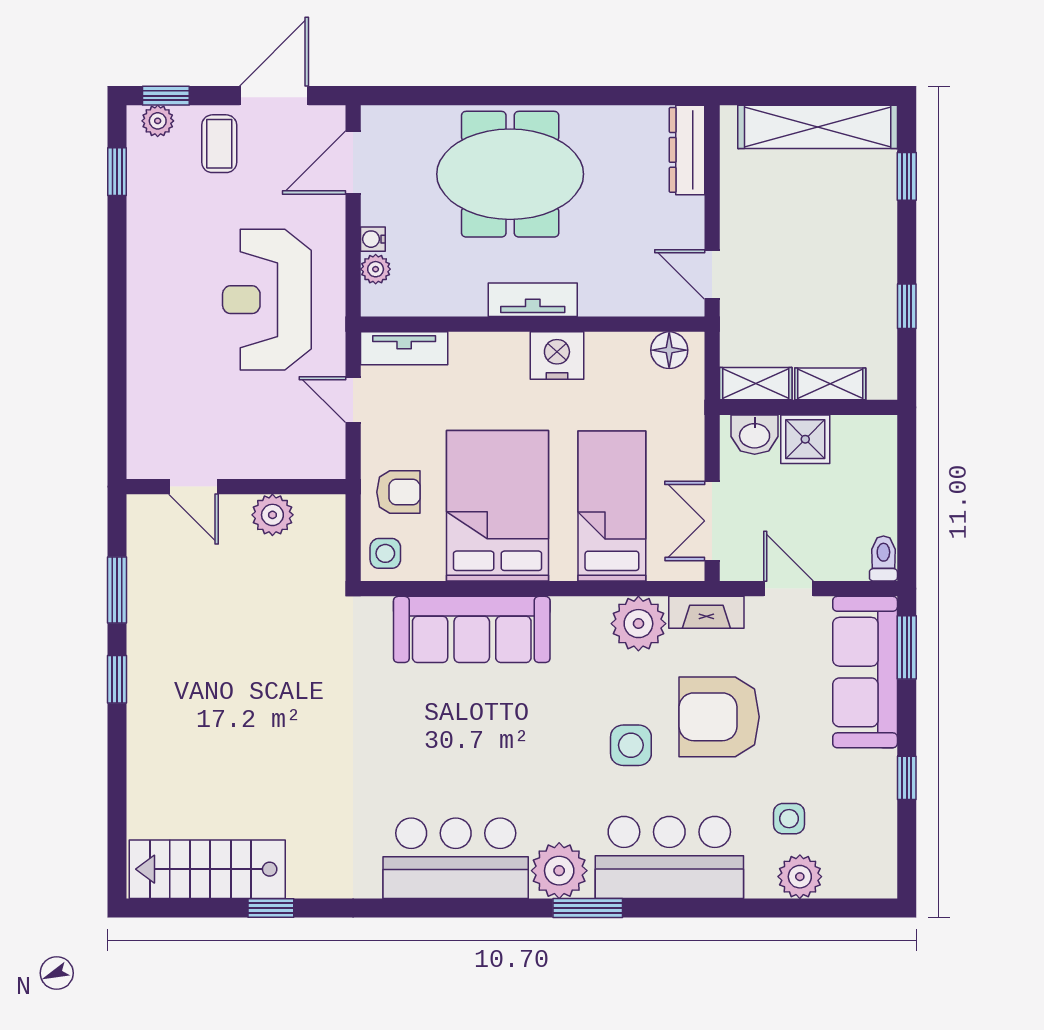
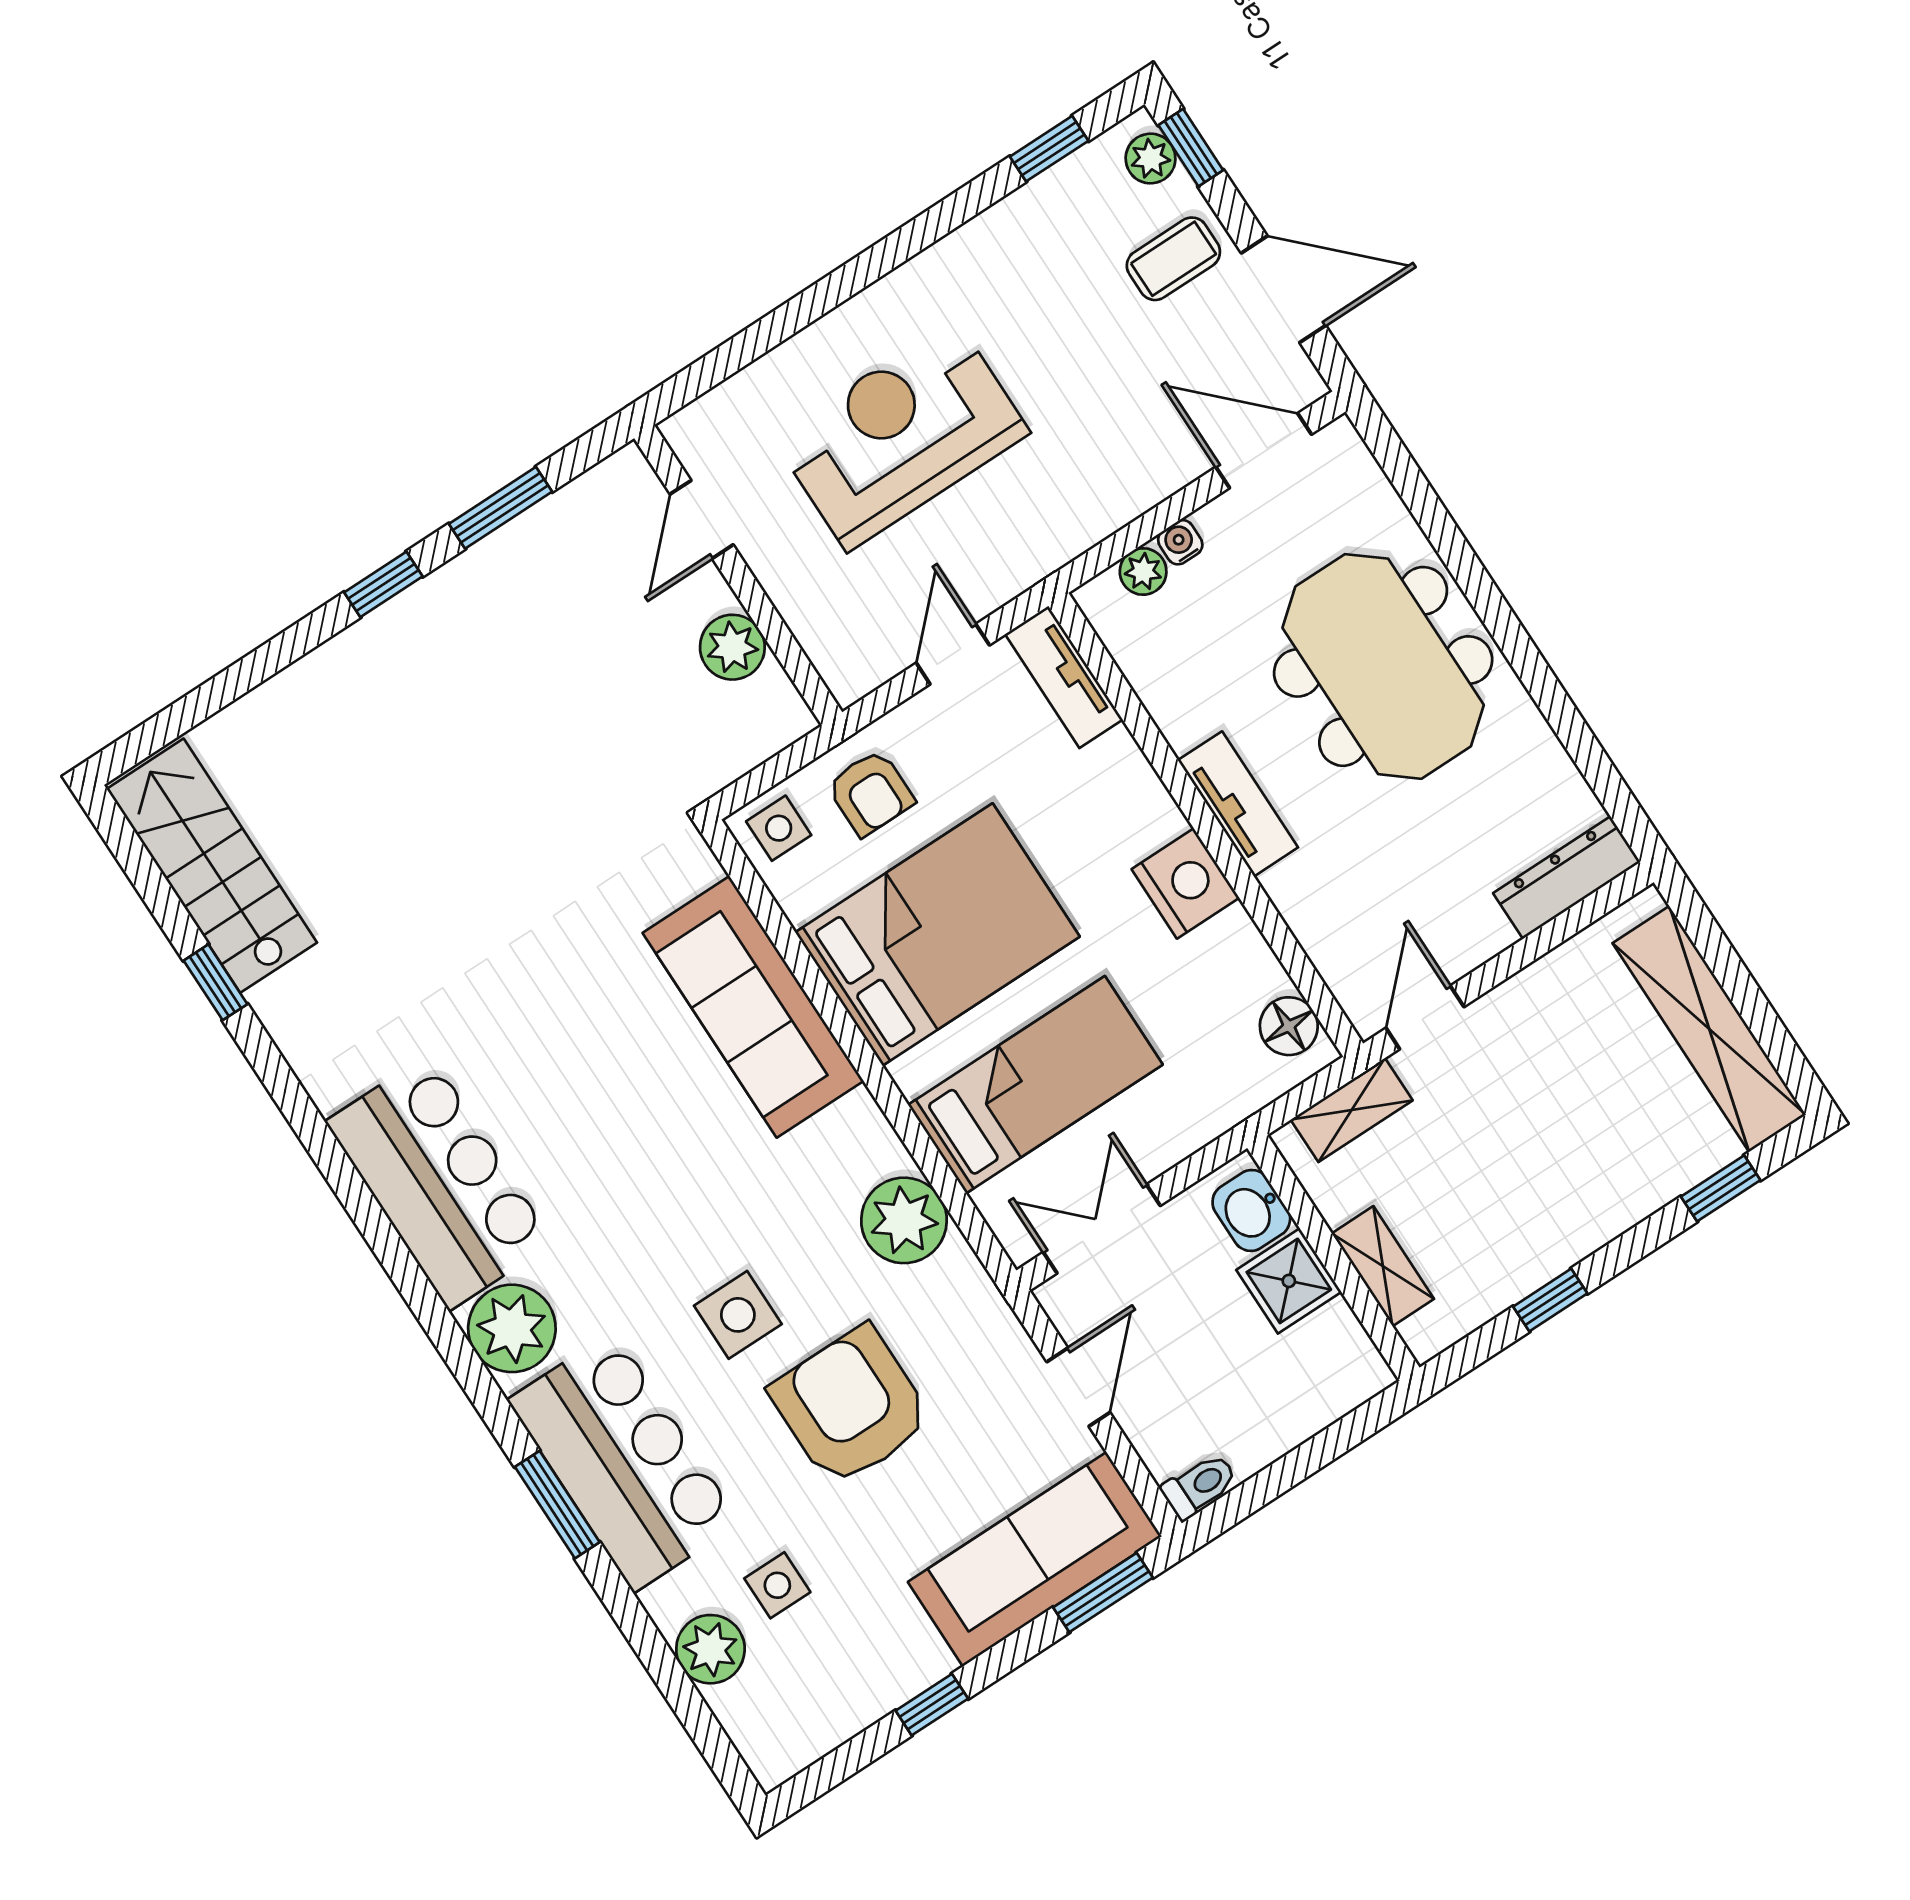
reception desk: (267, 300) -> (901, 435), moved
shelving: (756, 384) -> (1352, 1110), moved, turned 90
fireplace: (706, 612) -> (977, 1300), removed
window: (588, 908) -> (557, 1505), moved

